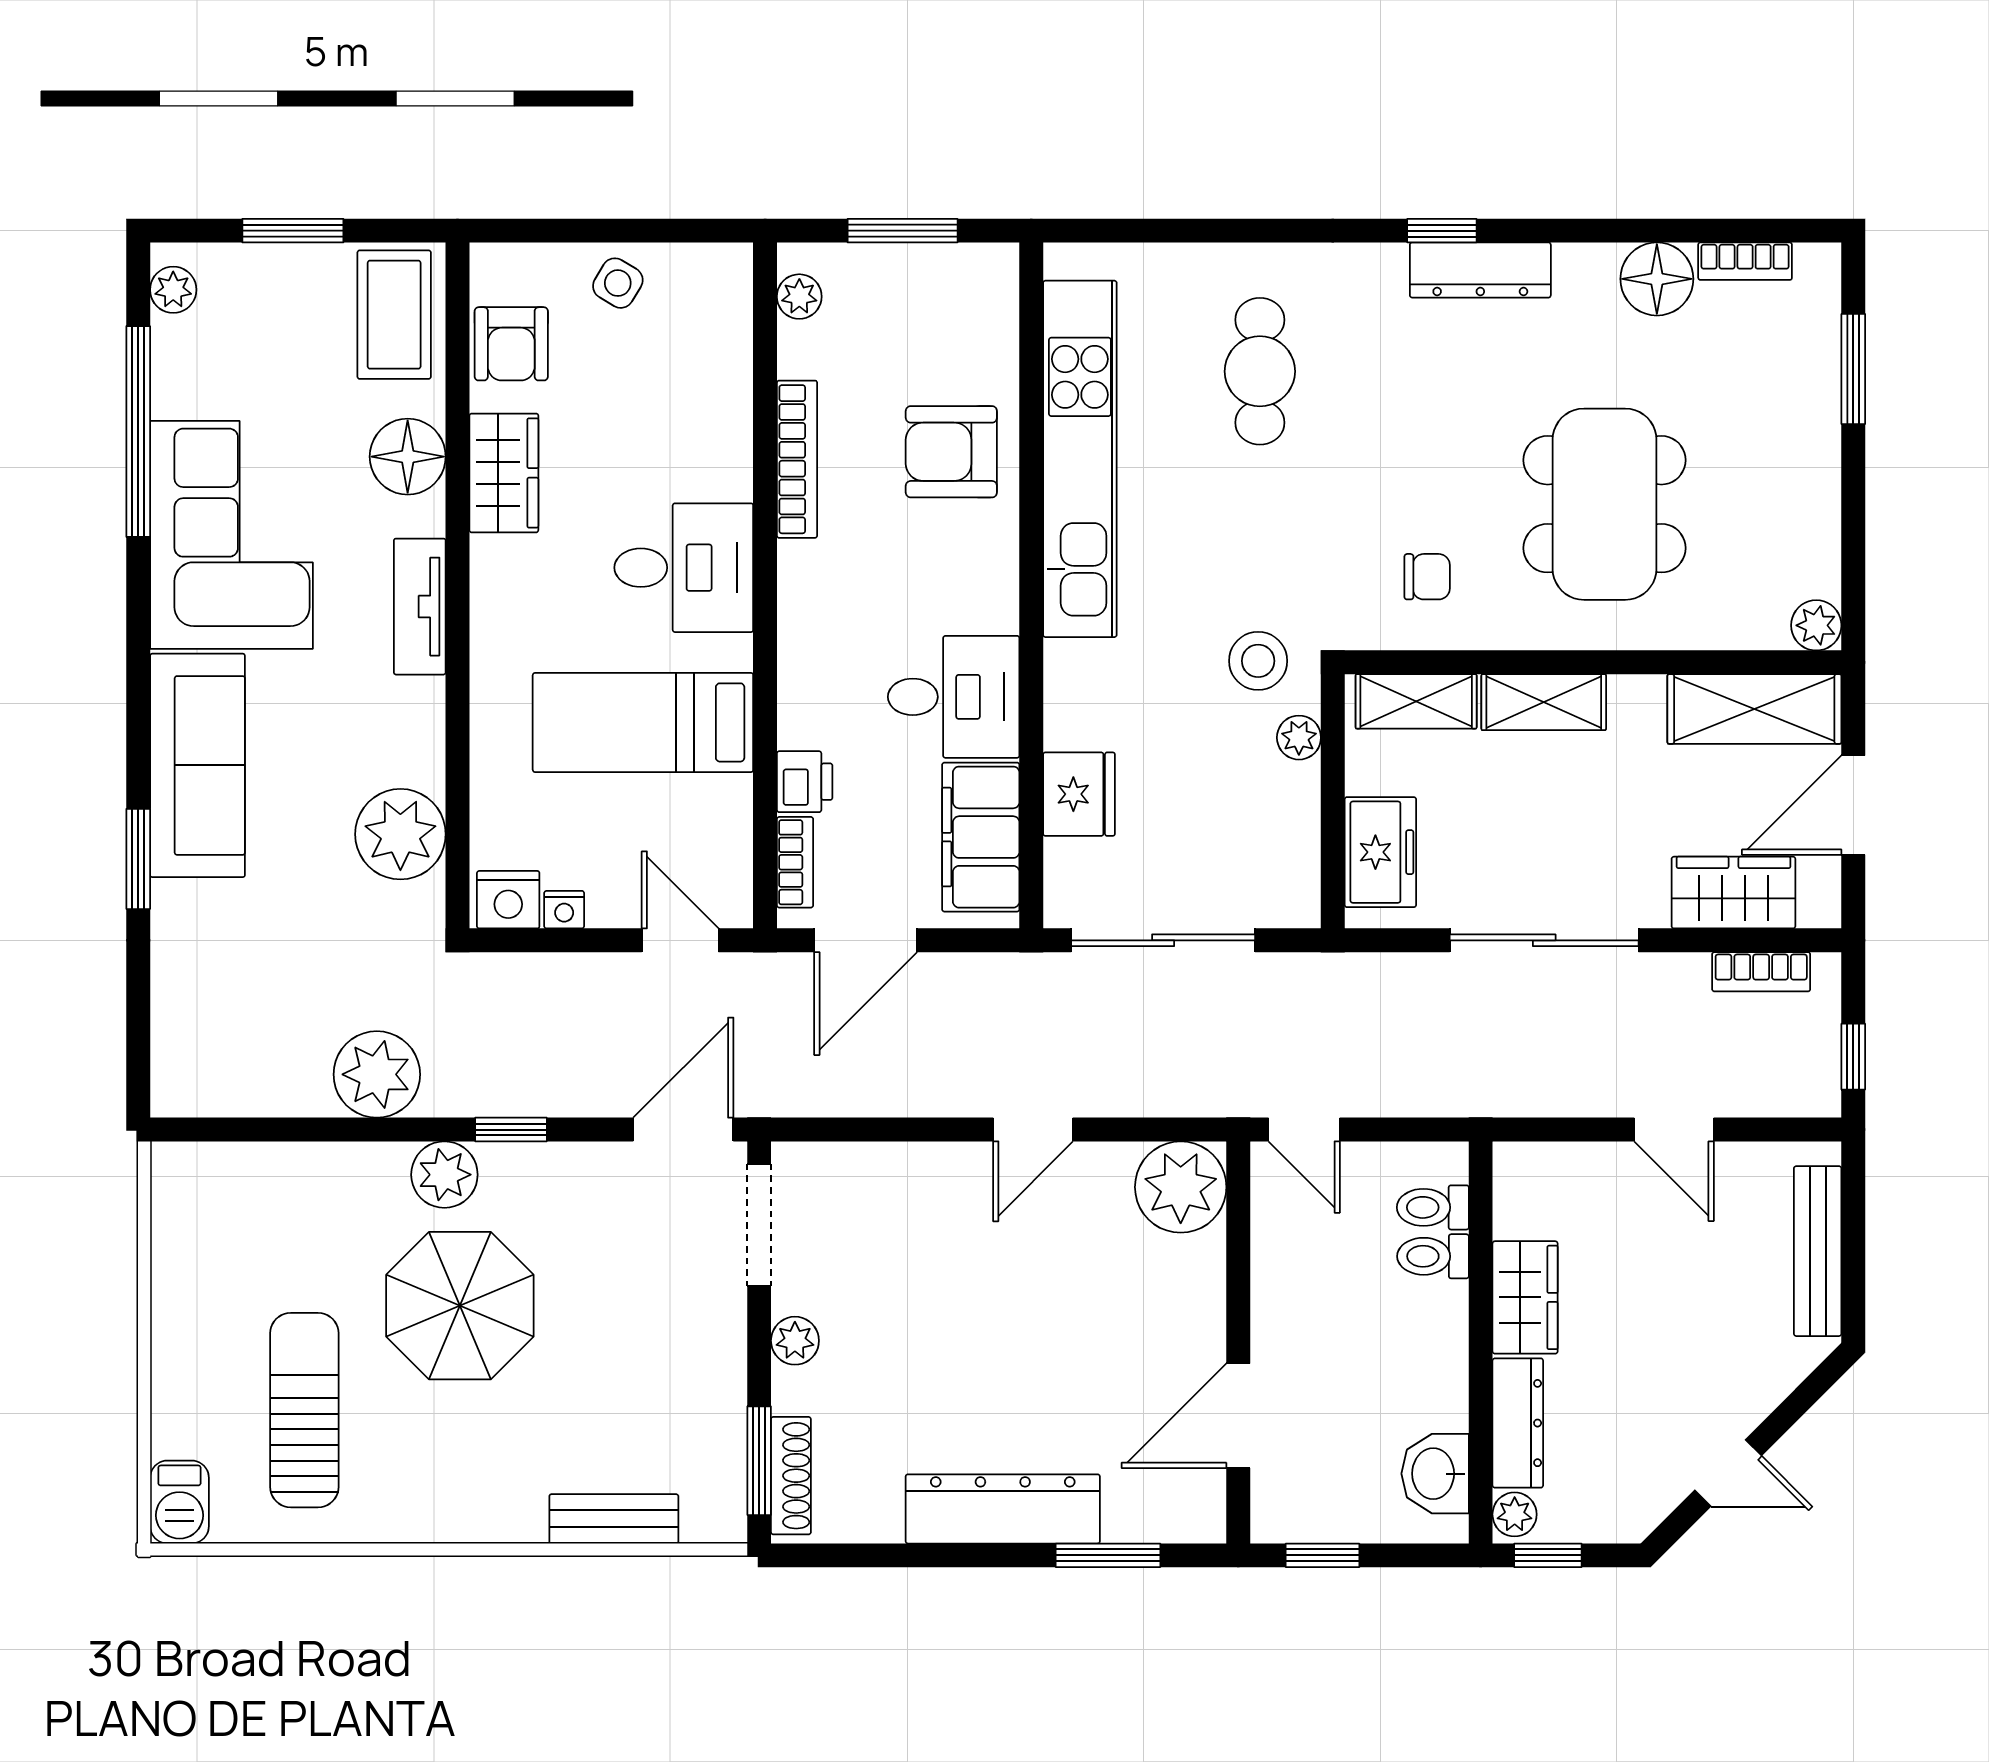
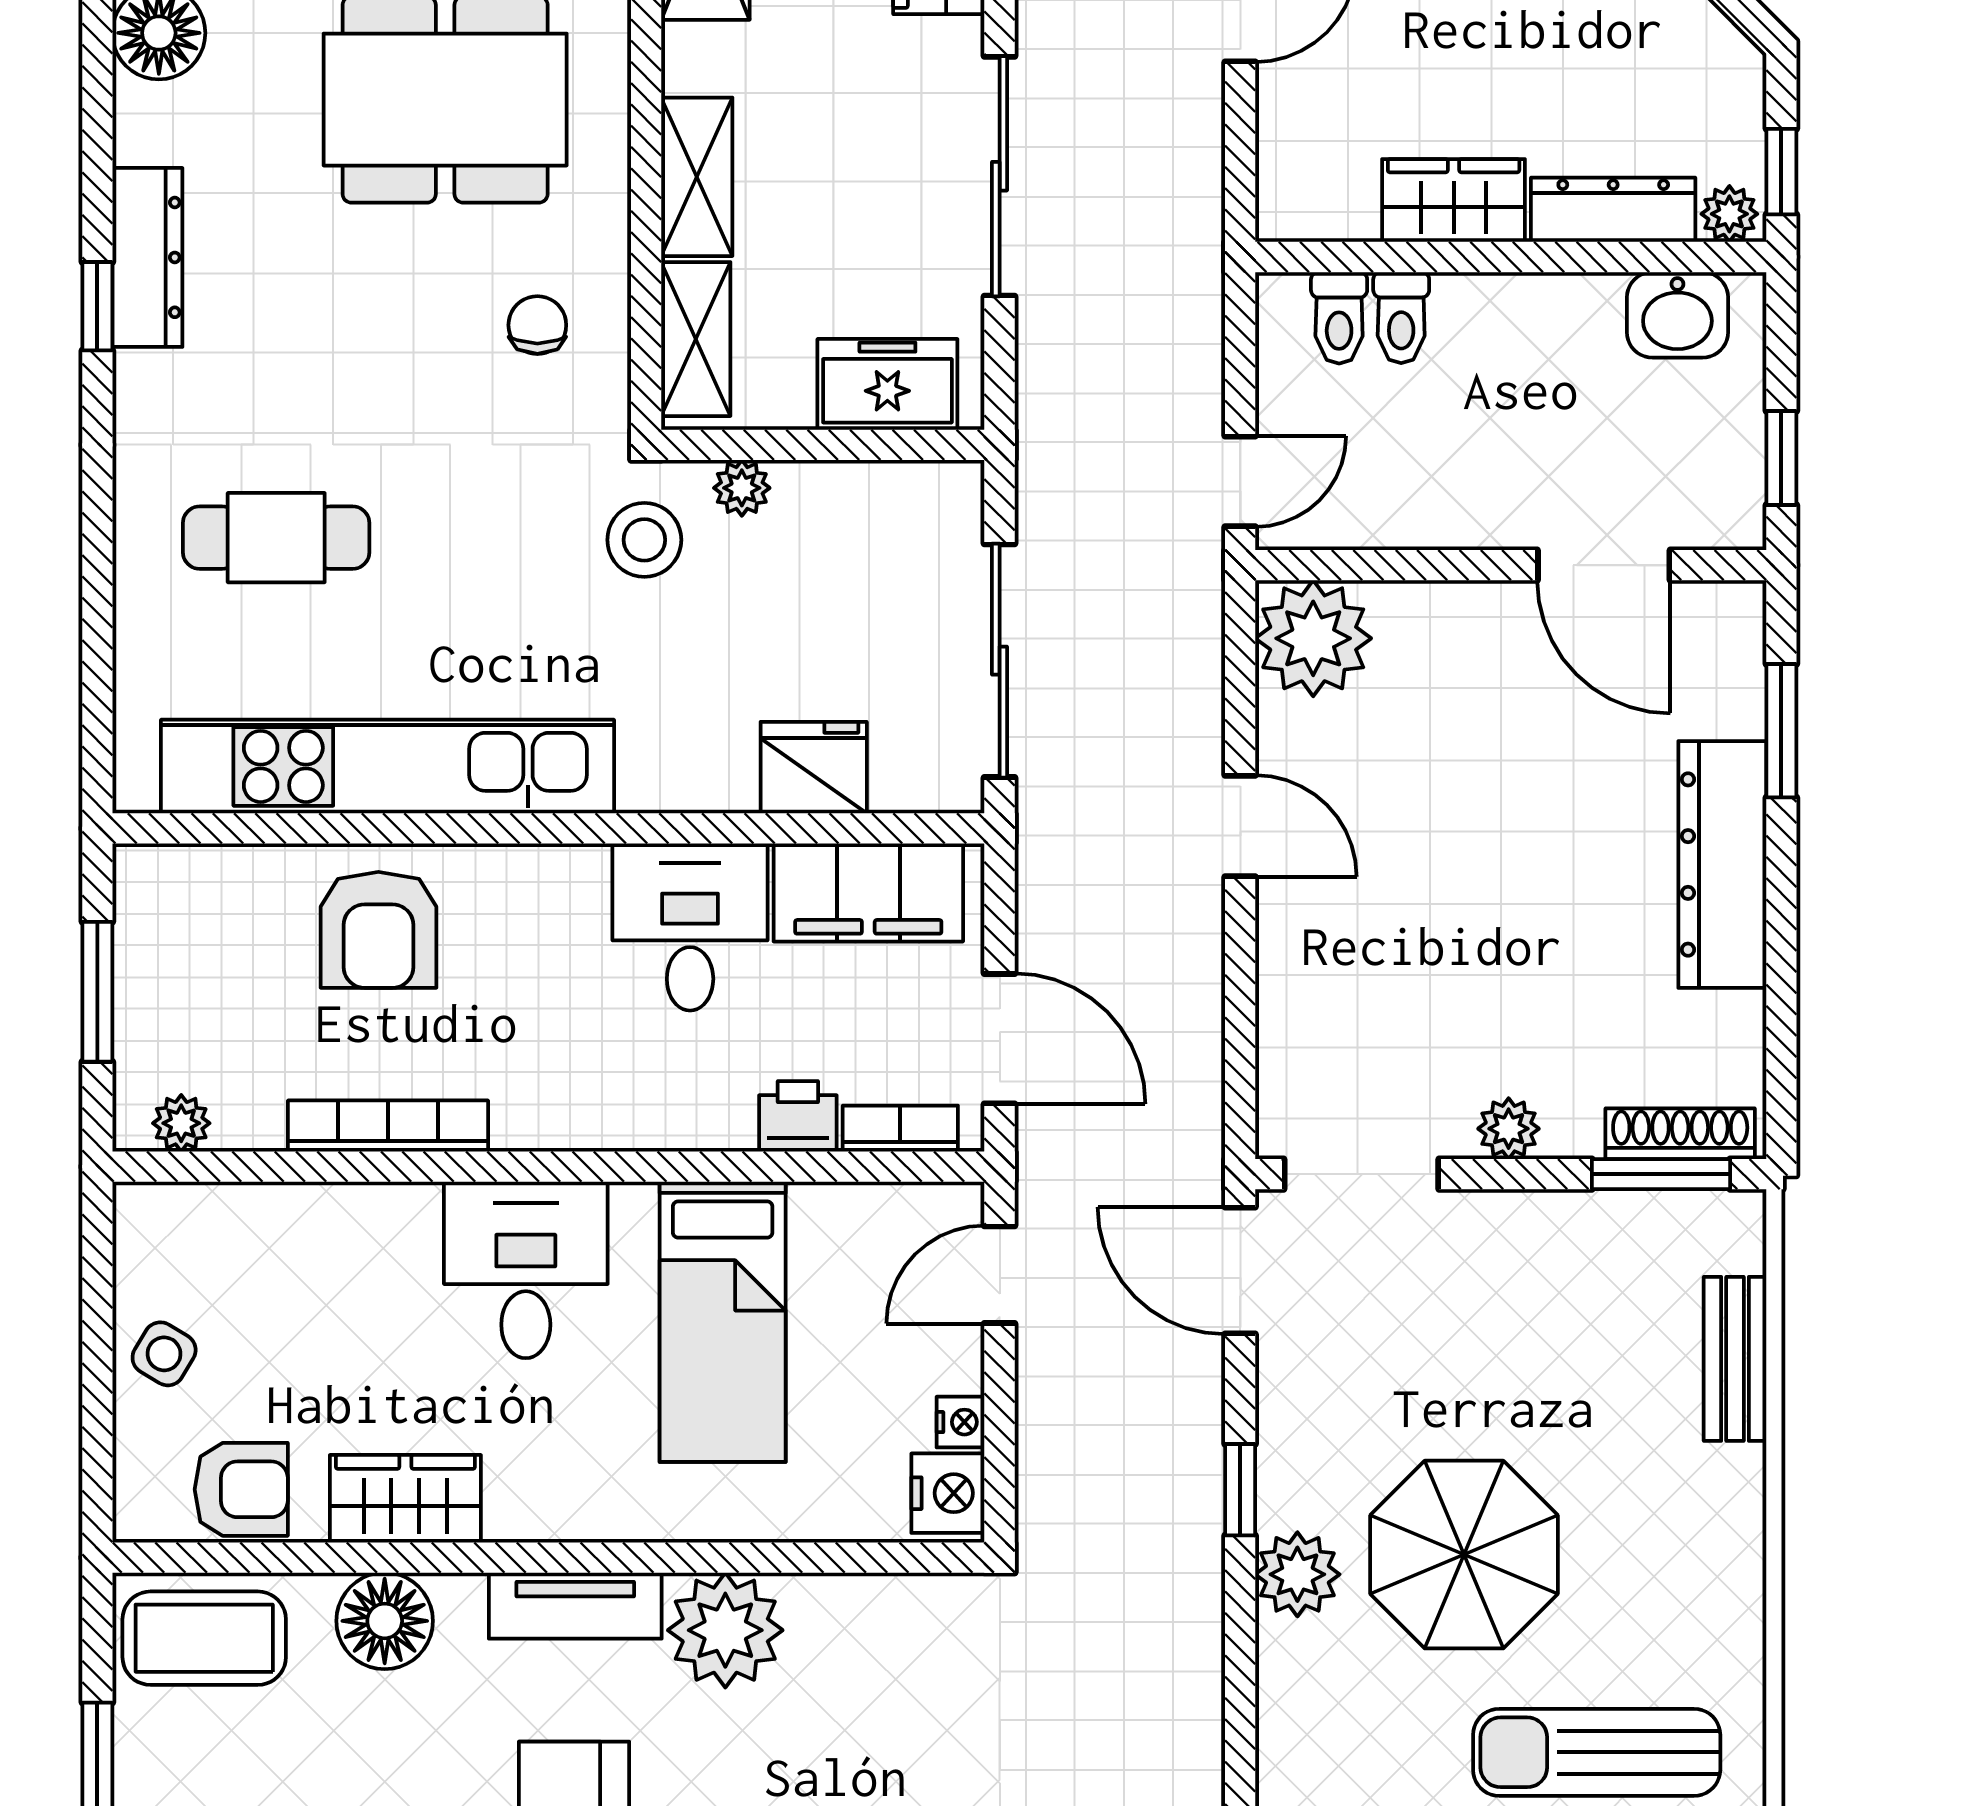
plant: (400, 834) -> (725, 1630), moved
plant: (377, 1074) -> (1170, 1660), removed

